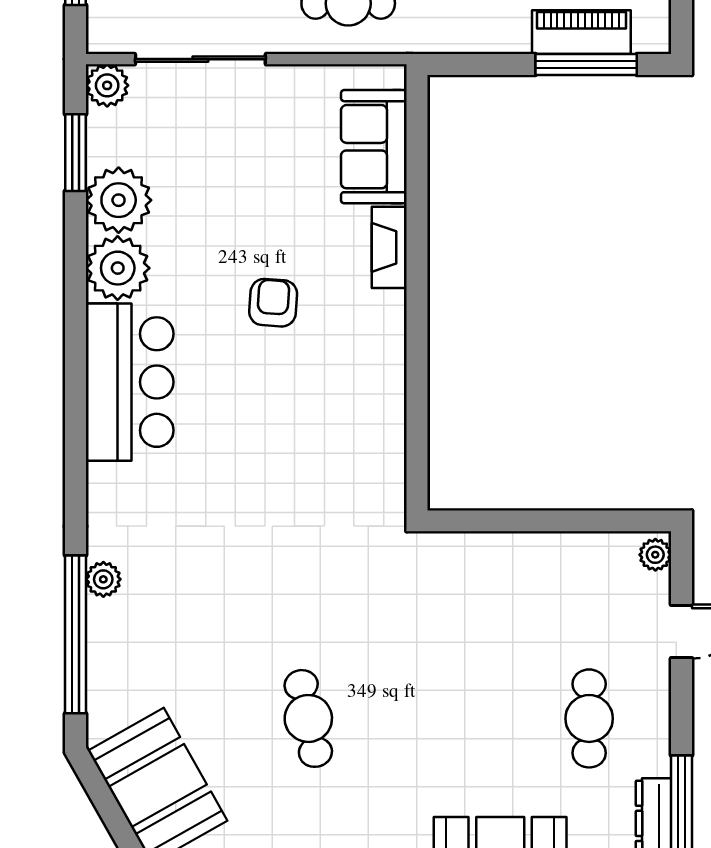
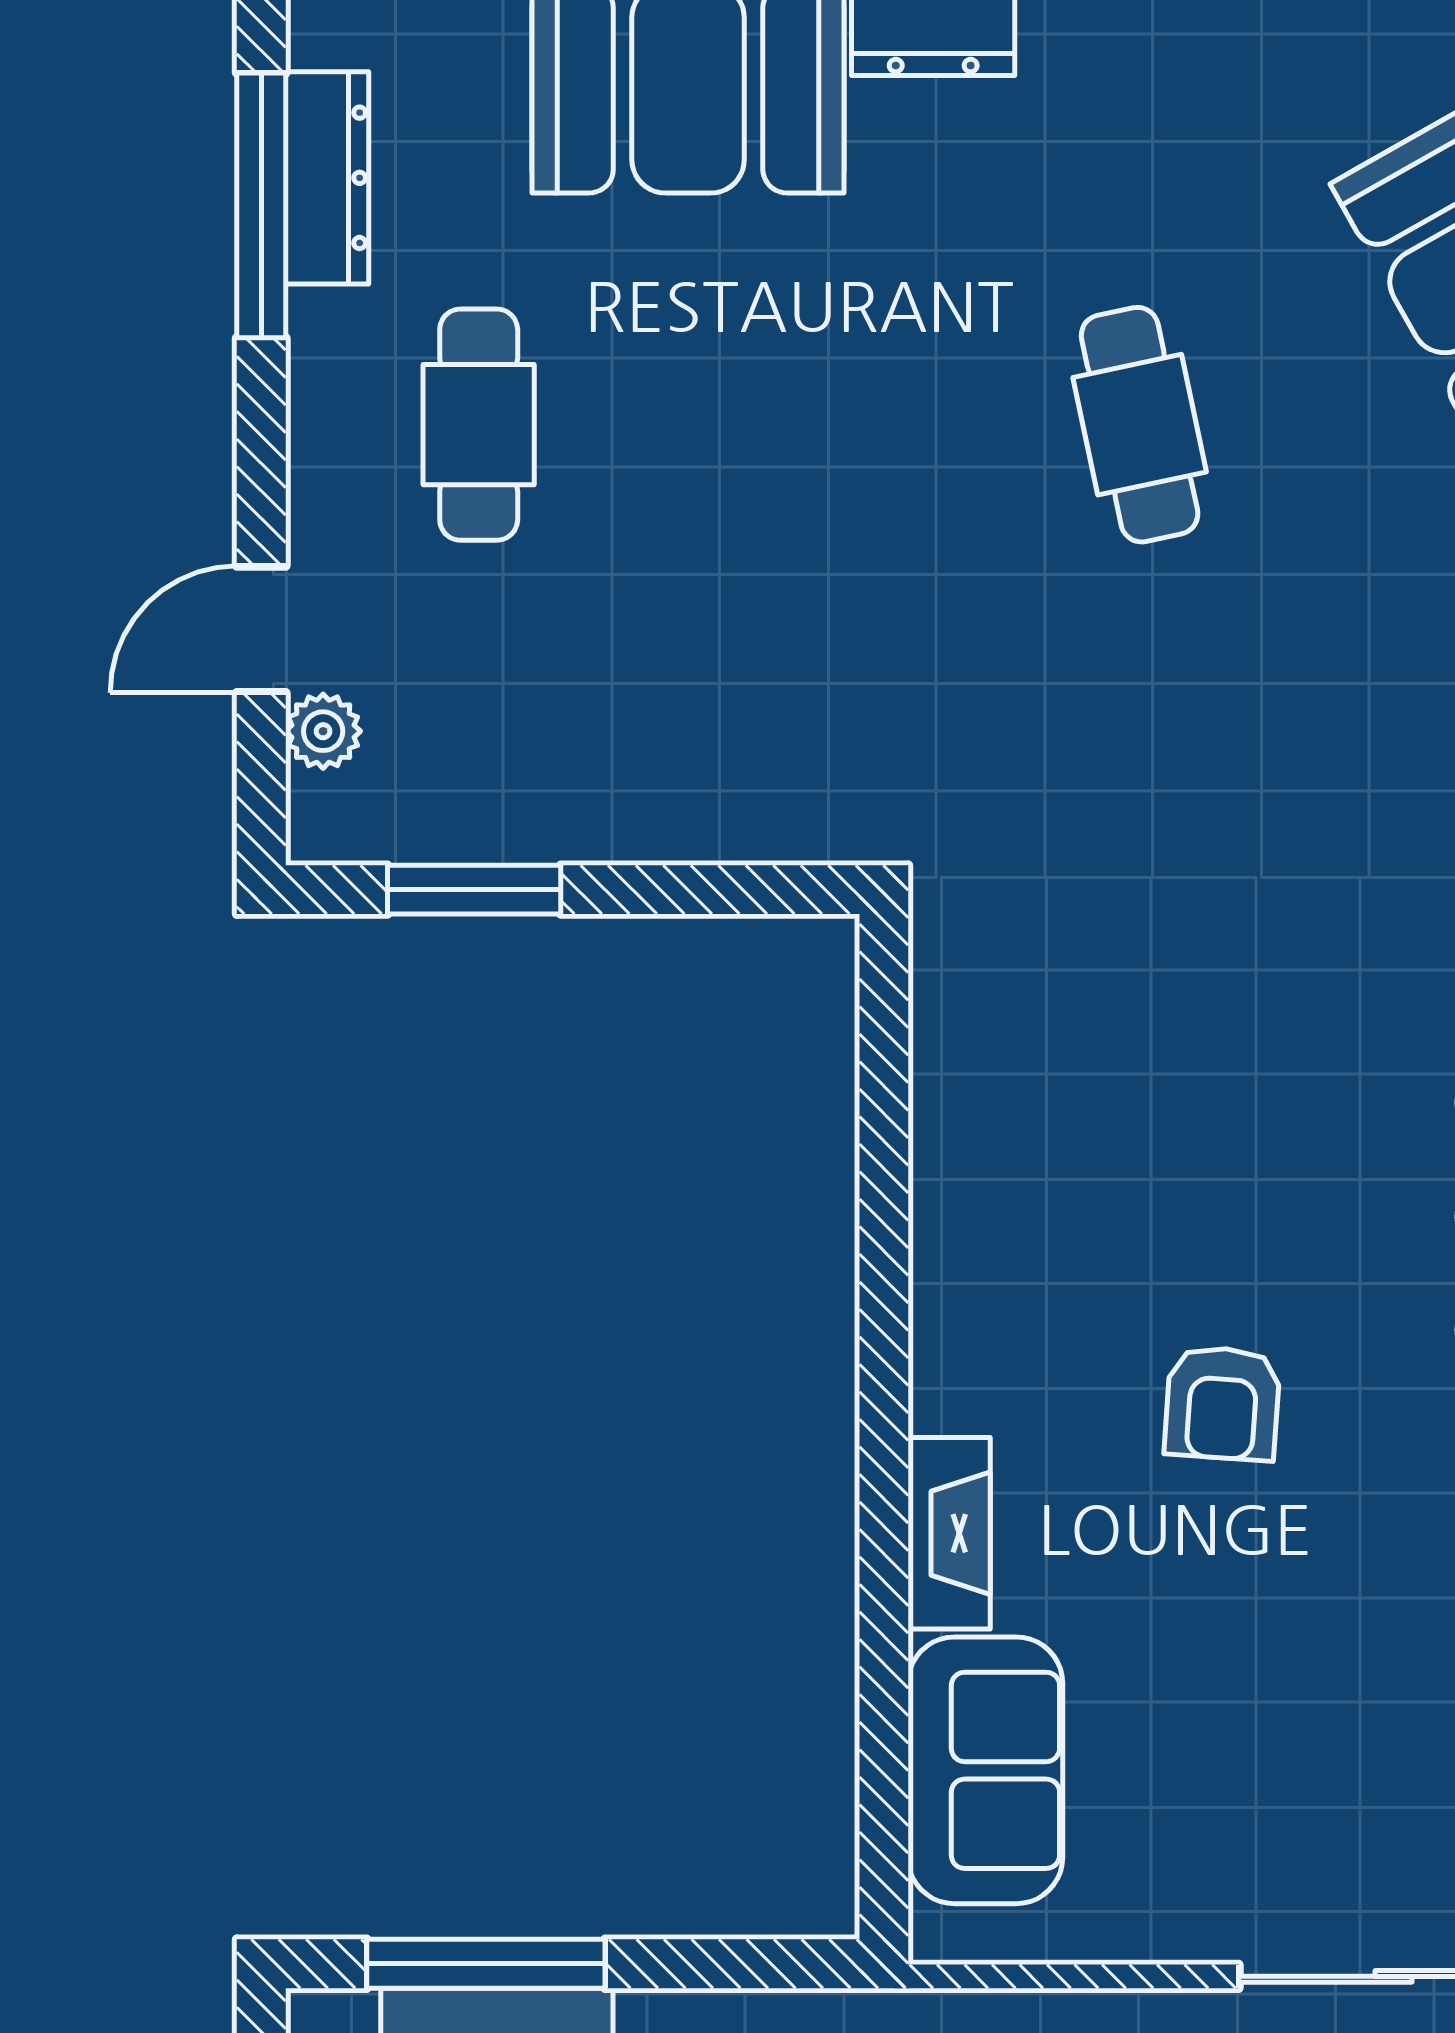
window: (591, 521) -> (474, 890), added
plant: (655, 555) -> (323, 731), moved

